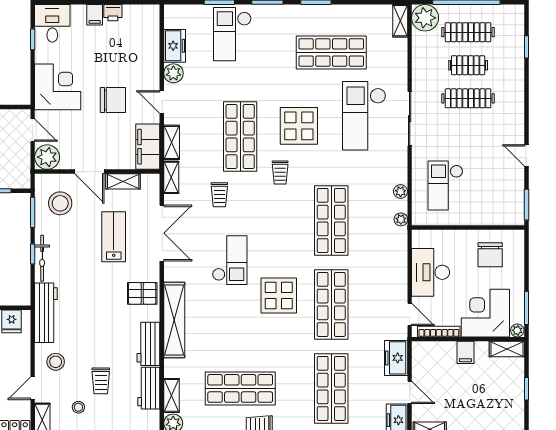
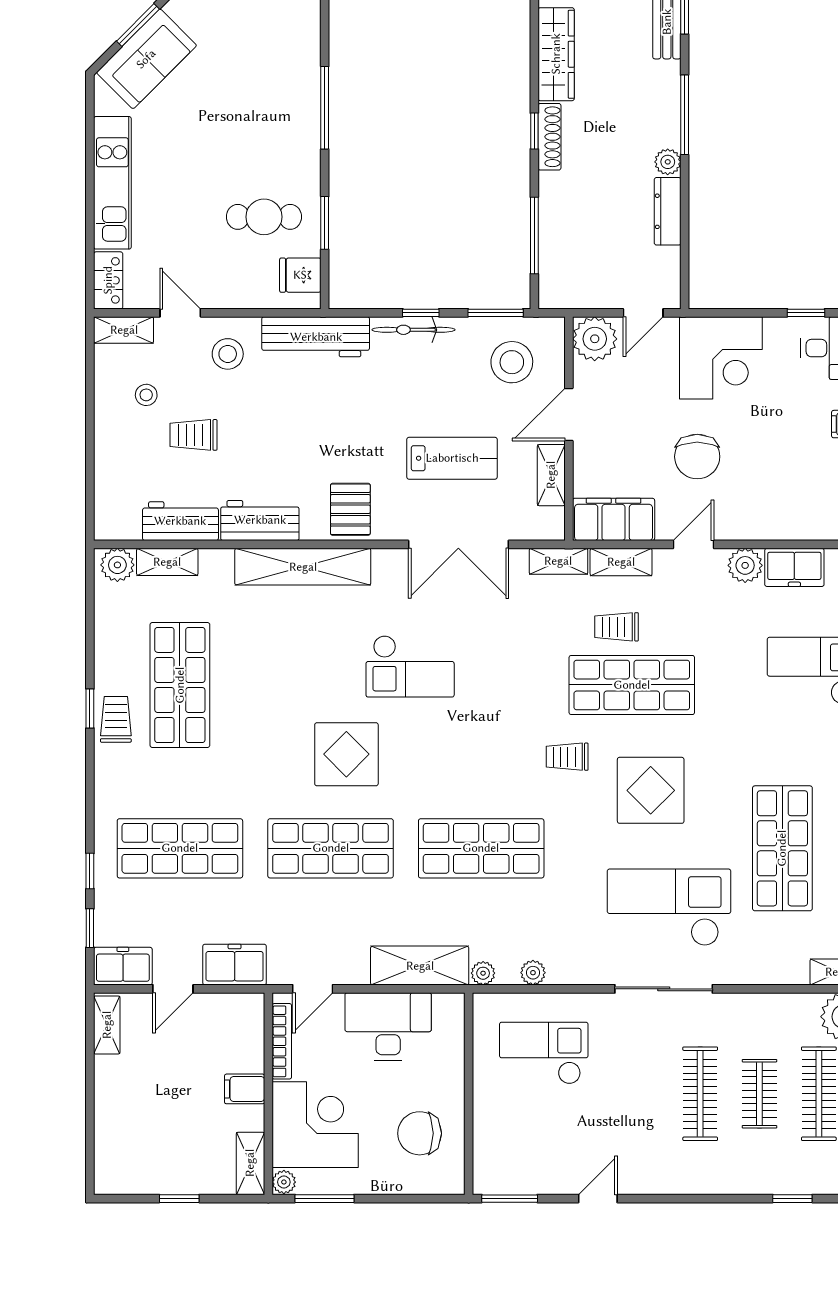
trolley: (219, 195) -> (617, 627), moved
shelving: (397, 255) -> (420, 966), added

